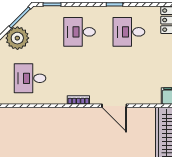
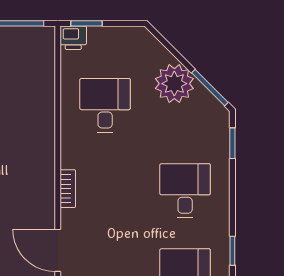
door: (114, 106) -> (58, 250), hinge flipped

